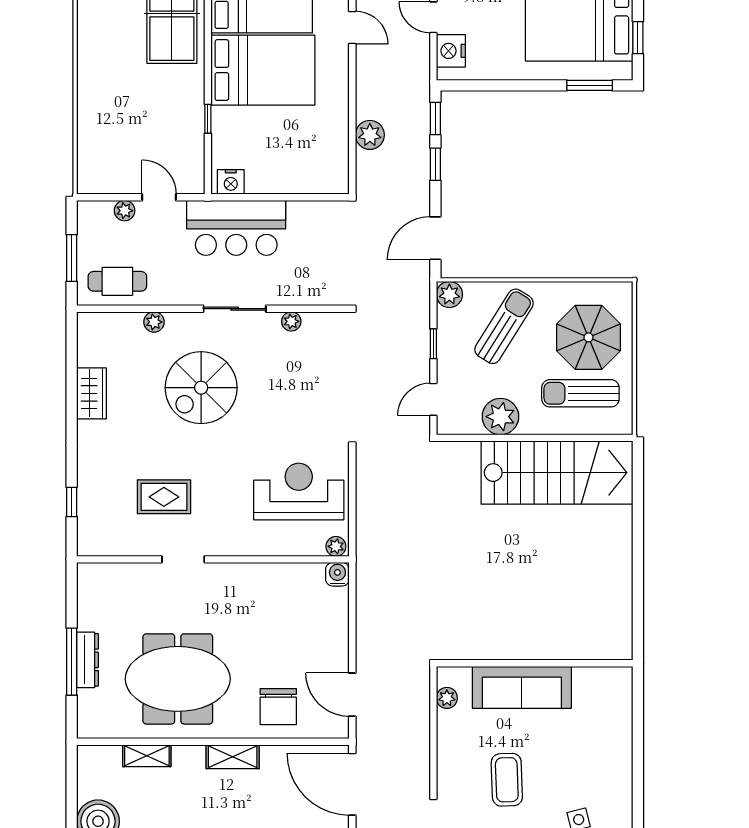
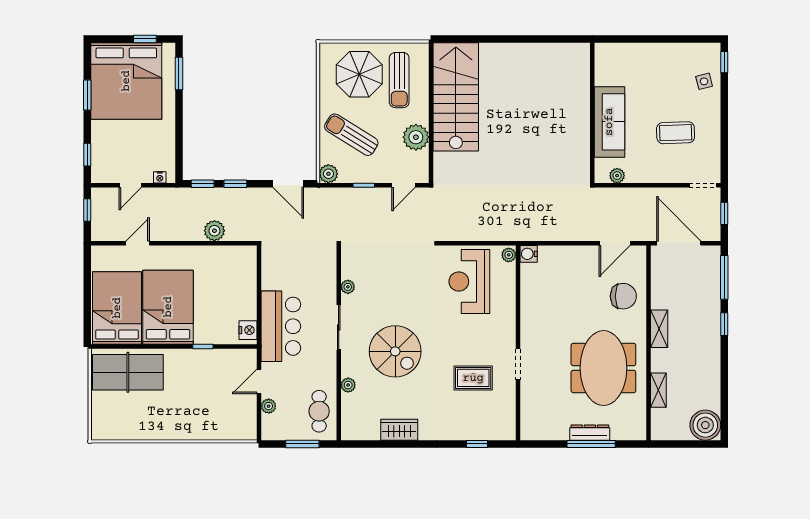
nightstand: (451, 51) -> (160, 177), width x0.53, depth x0.56
door: (433, 399) -> (404, 185), hinge flipped
rug: (164, 497) -> (473, 378), turned 90
door: (352, 784) -> (679, 243), swing flipped

